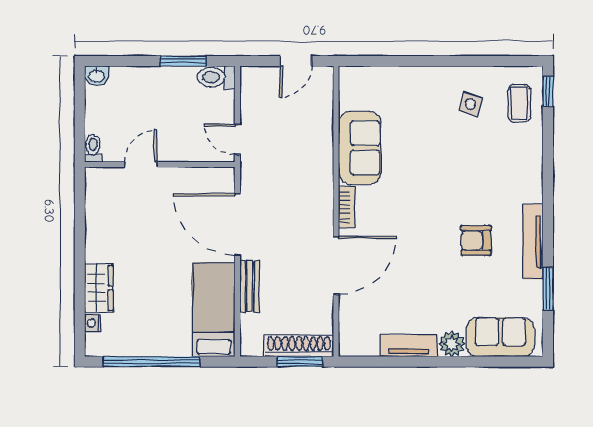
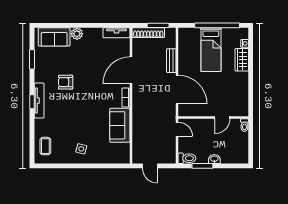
door: (296, 61) -> (150, 166), swing flipped
washbasin: (97, 76) -> (214, 159), moved
window: (548, 91) -> (32, 102), moved
side table: (470, 104) -> (81, 149), moved
armchair: (476, 240) -> (66, 82), turned 180
tv unit: (533, 242) -> (39, 101), moved
bed: (214, 310) -> (211, 50), moved
tv unit: (409, 346) -> (117, 33), moved
window: (300, 362) -> (158, 25), moved

